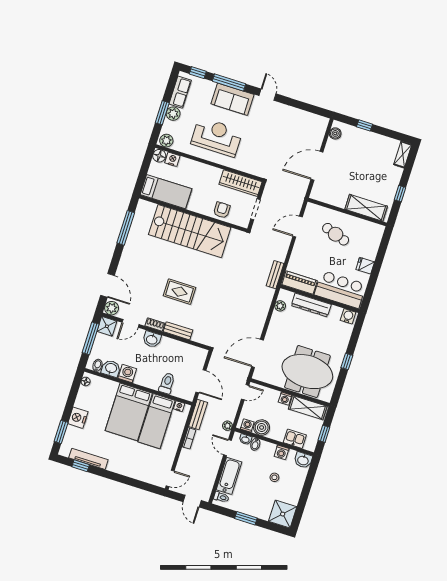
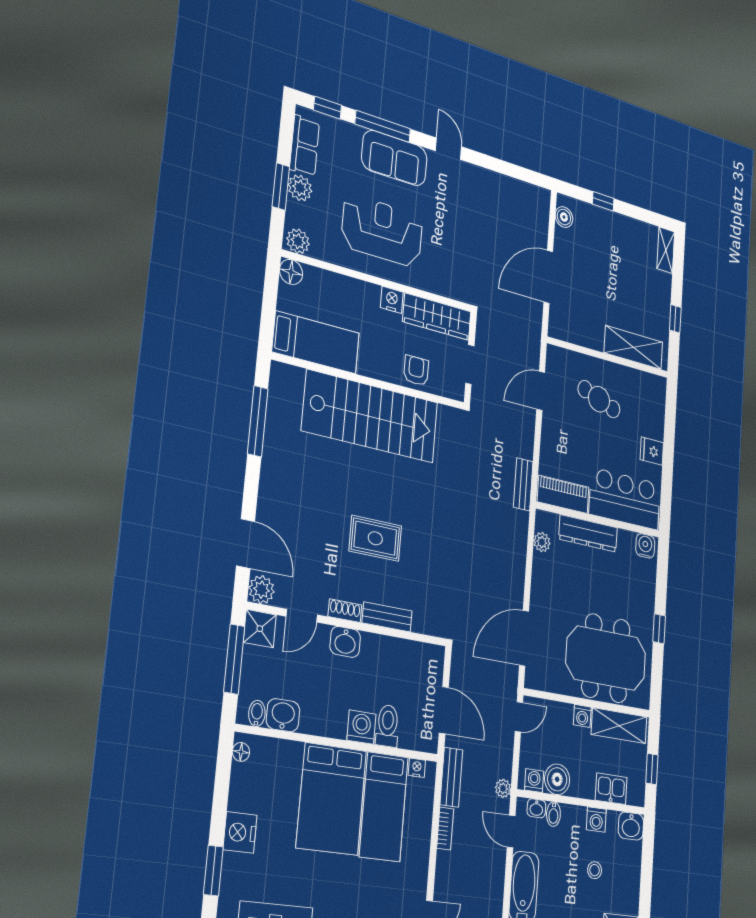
nightstand: (172, 159) -> (392, 300), moved
washing machine: (127, 373) -> (361, 727), moved

